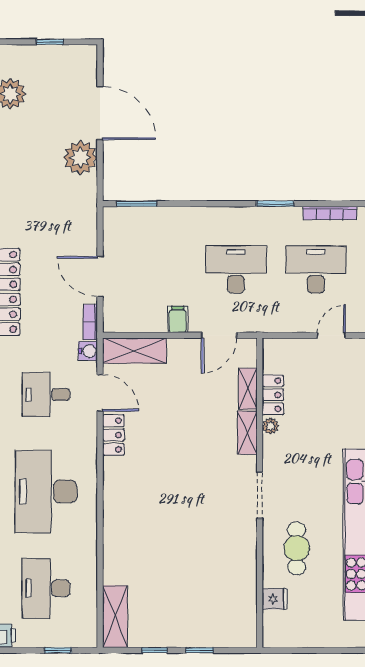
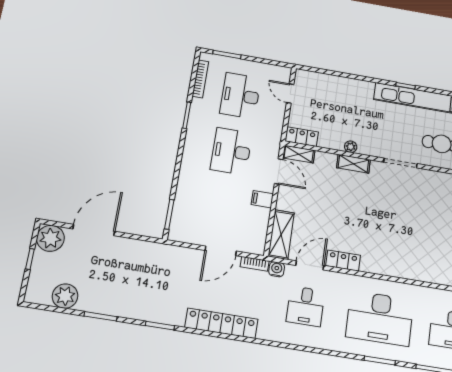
plant: (80, 158) -> (50, 238), moved
shelving: (248, 389) -> (299, 154), moved
locker: (273, 395) -> (302, 137), moved

